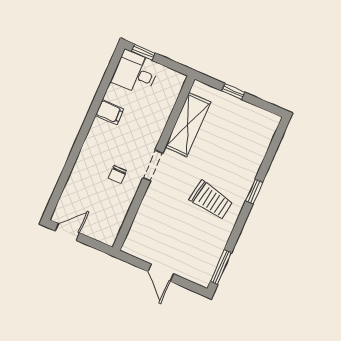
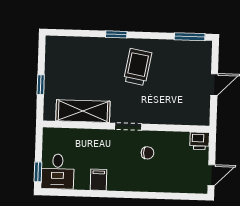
door: (67, 232) -> (211, 175), swing flipped
printer: (108, 234) -> (200, 141), added

